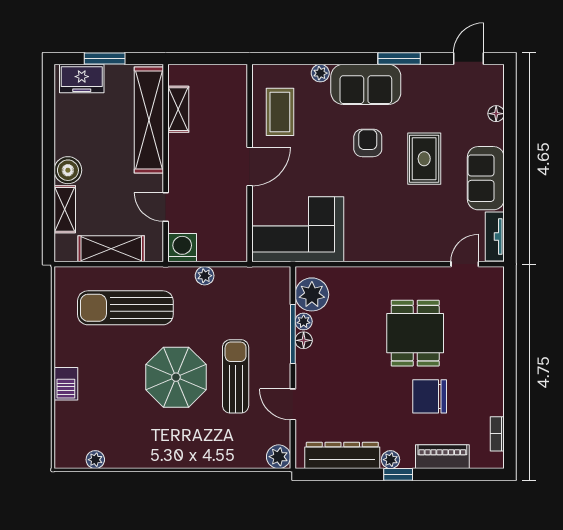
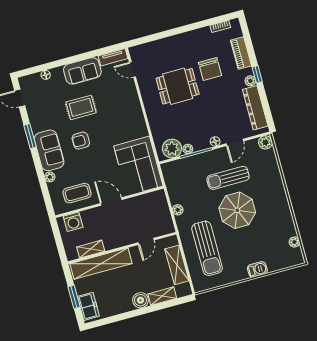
washing machine: (182, 248) -> (73, 222), moved, turned -90
floor lamp: (304, 340) -> (215, 141), moved

